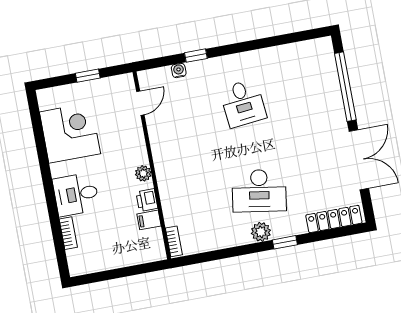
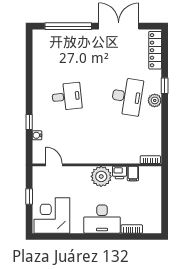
corner desk: (70, 133) -> (52, 215), moved
plant: (143, 173) -> (101, 176), width x1.87, depth x1.87
desk: (76, 194) -> (102, 219), width x1.37

